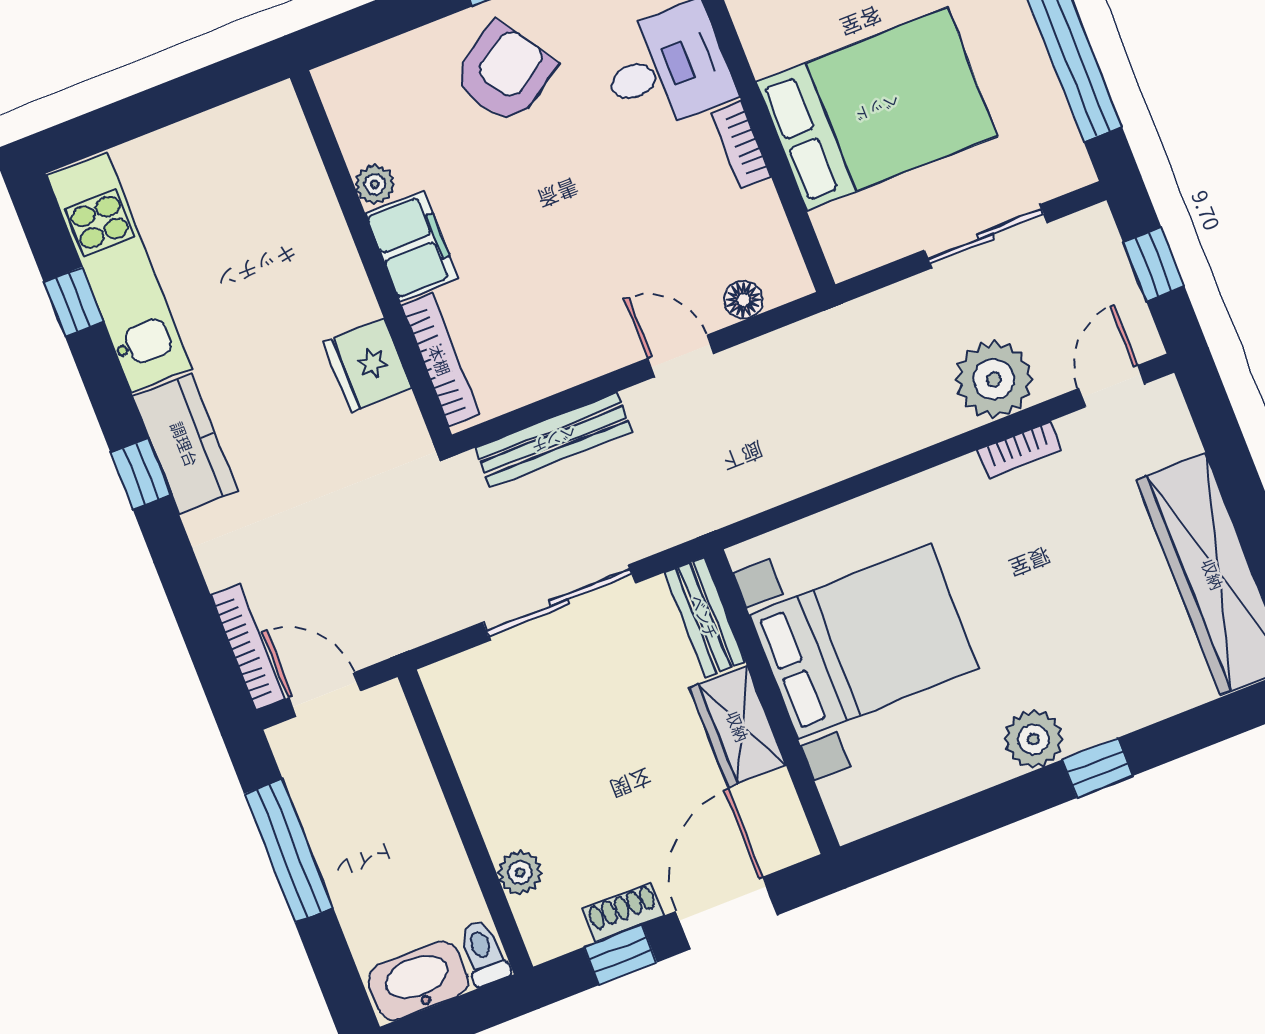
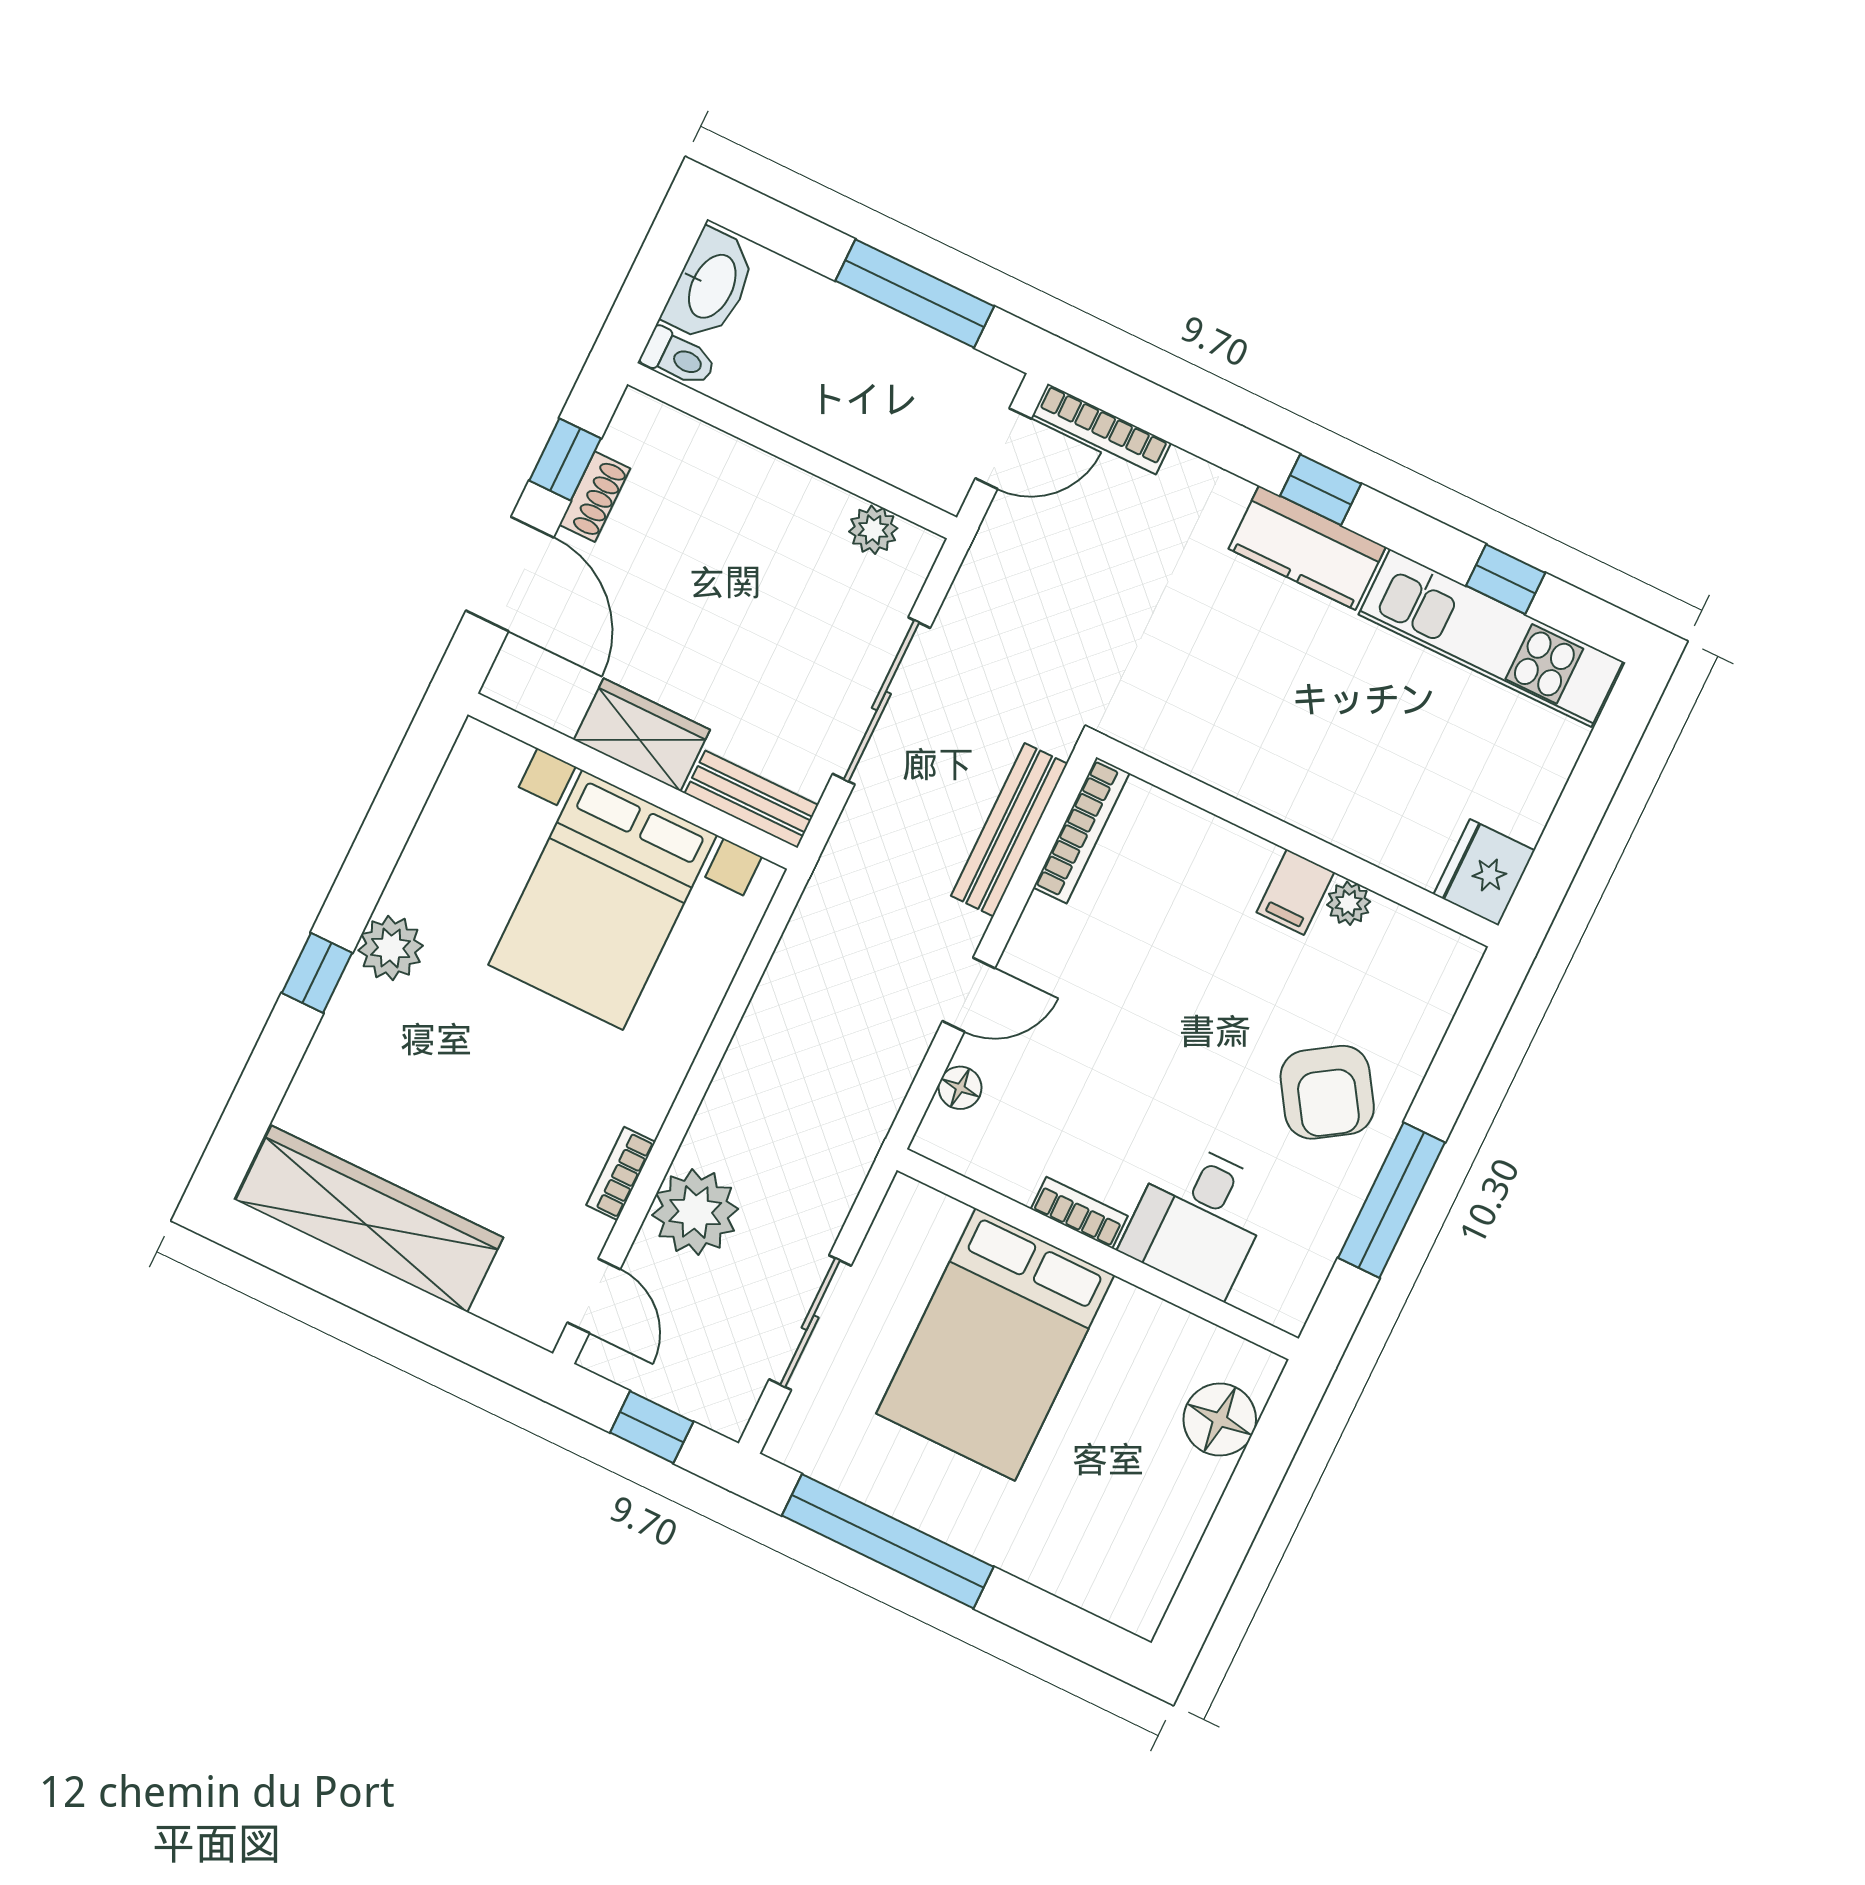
filing cabinet: (412, 246) -> (1295, 892), width x0.50
bookcase: (440, 360) -> (1081, 830), moved, turned -90
fridge: (368, 365) -> (1484, 872), moved, turned -90
plant: (520, 873) -> (873, 530), moved

